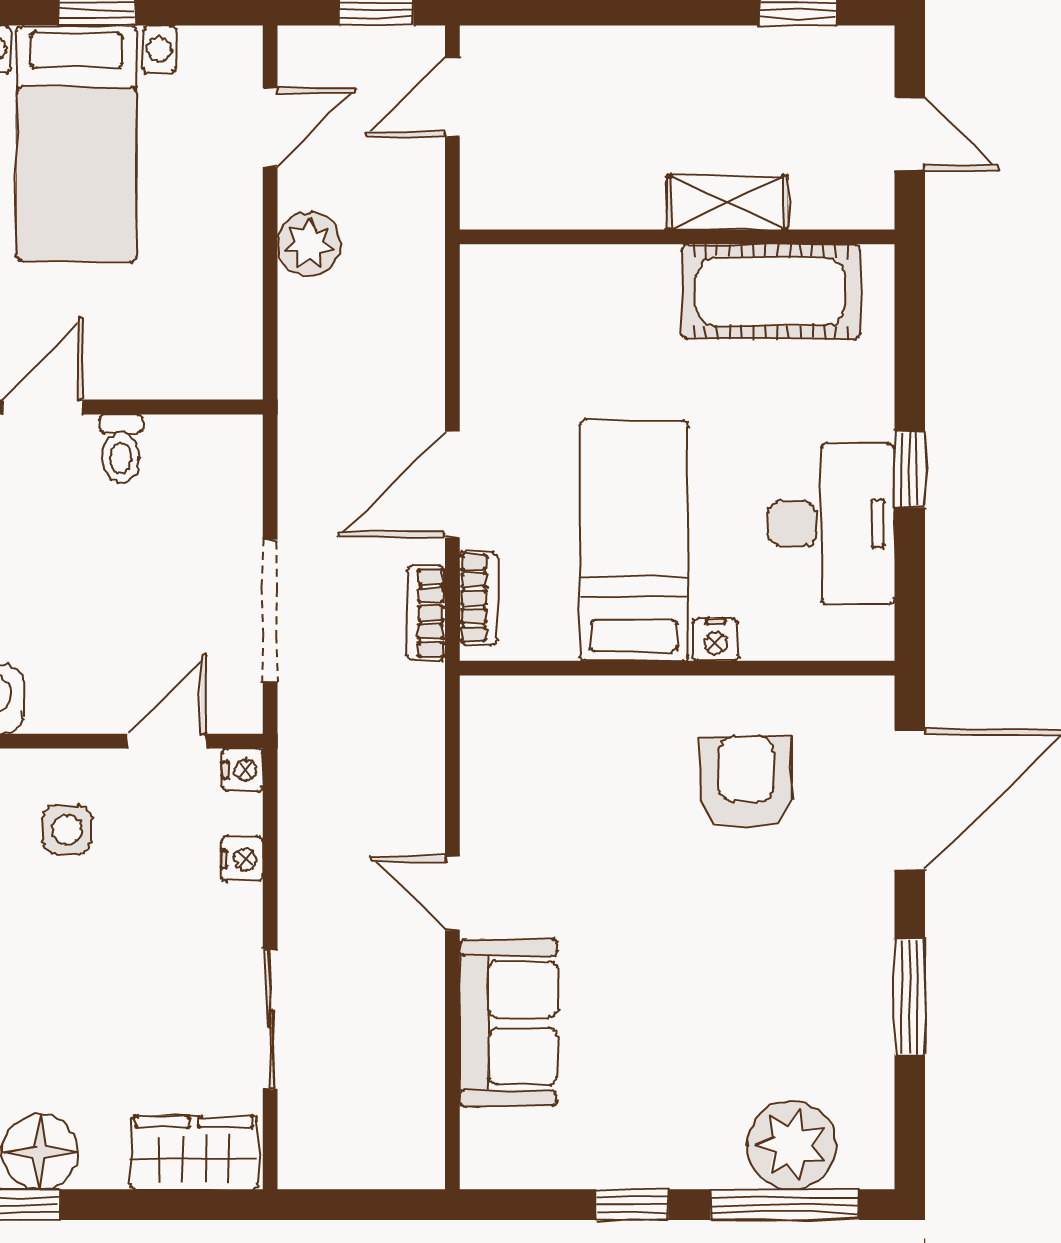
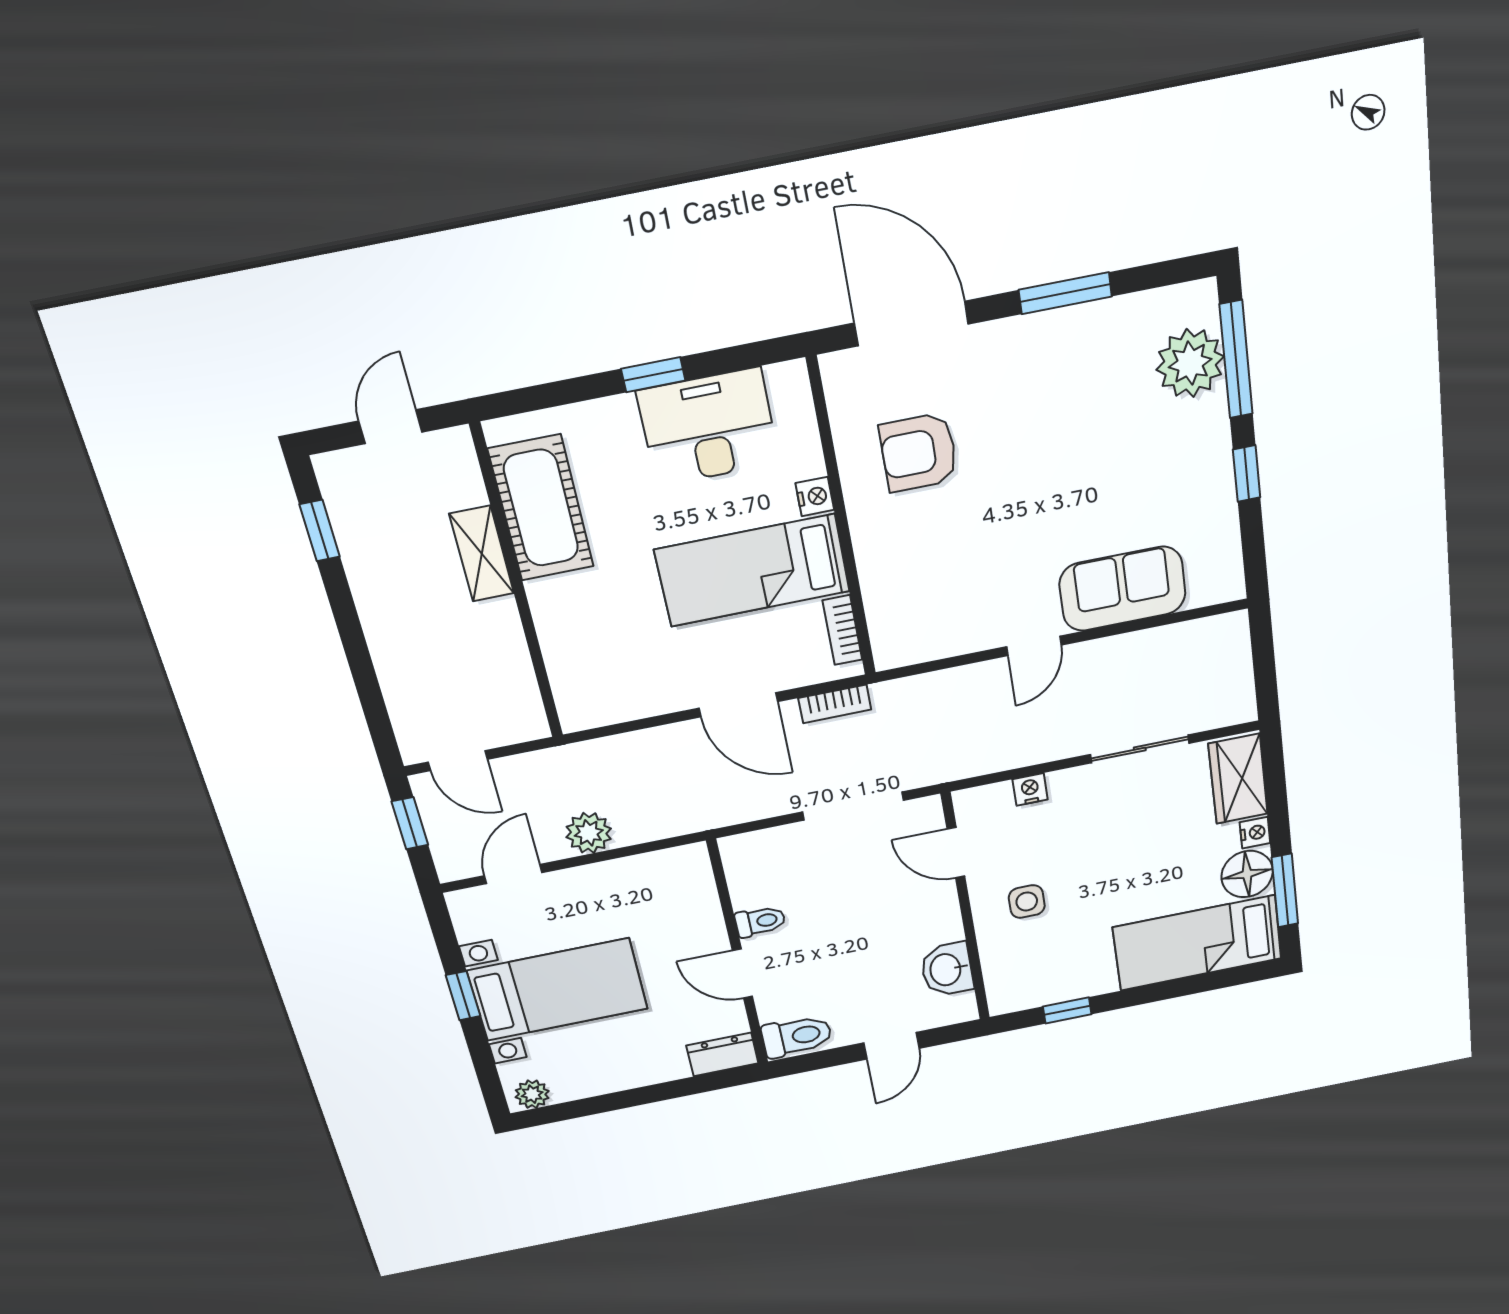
door: (270, 128) -> (513, 874), hinge flipped
bookcase: (478, 598) -> (842, 630), moved, turned -90
nightstand: (242, 770) -> (1255, 833), moved, turned 90

